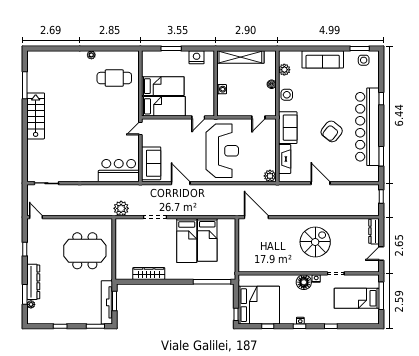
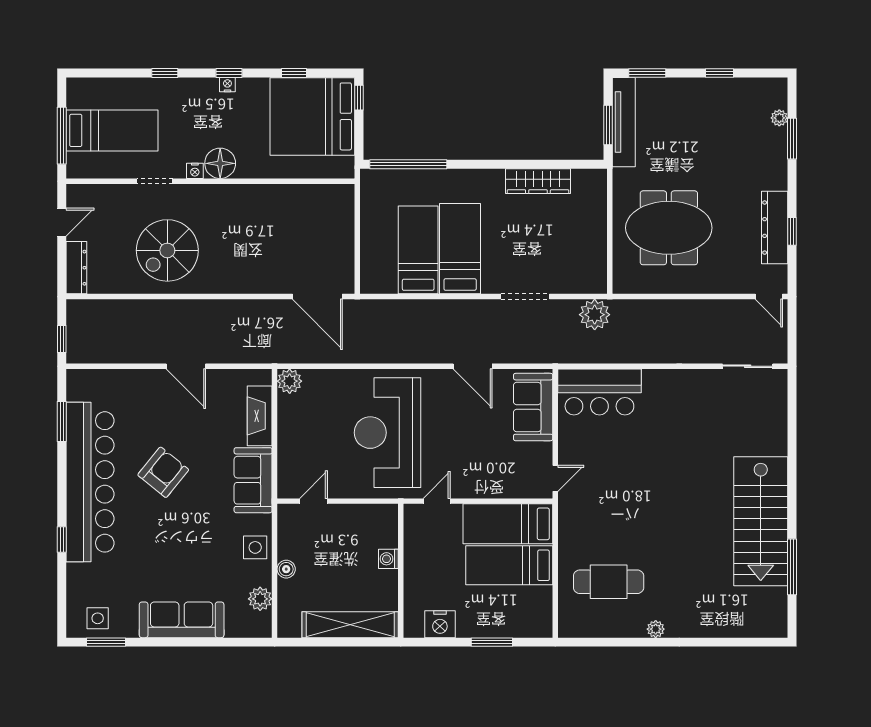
stairs: (36, 116) -> (761, 521), width x1.36, depth x1.51
spiral stairs: (315, 242) -> (167, 250), moved
dresser: (33, 282) -> (775, 228), moved

